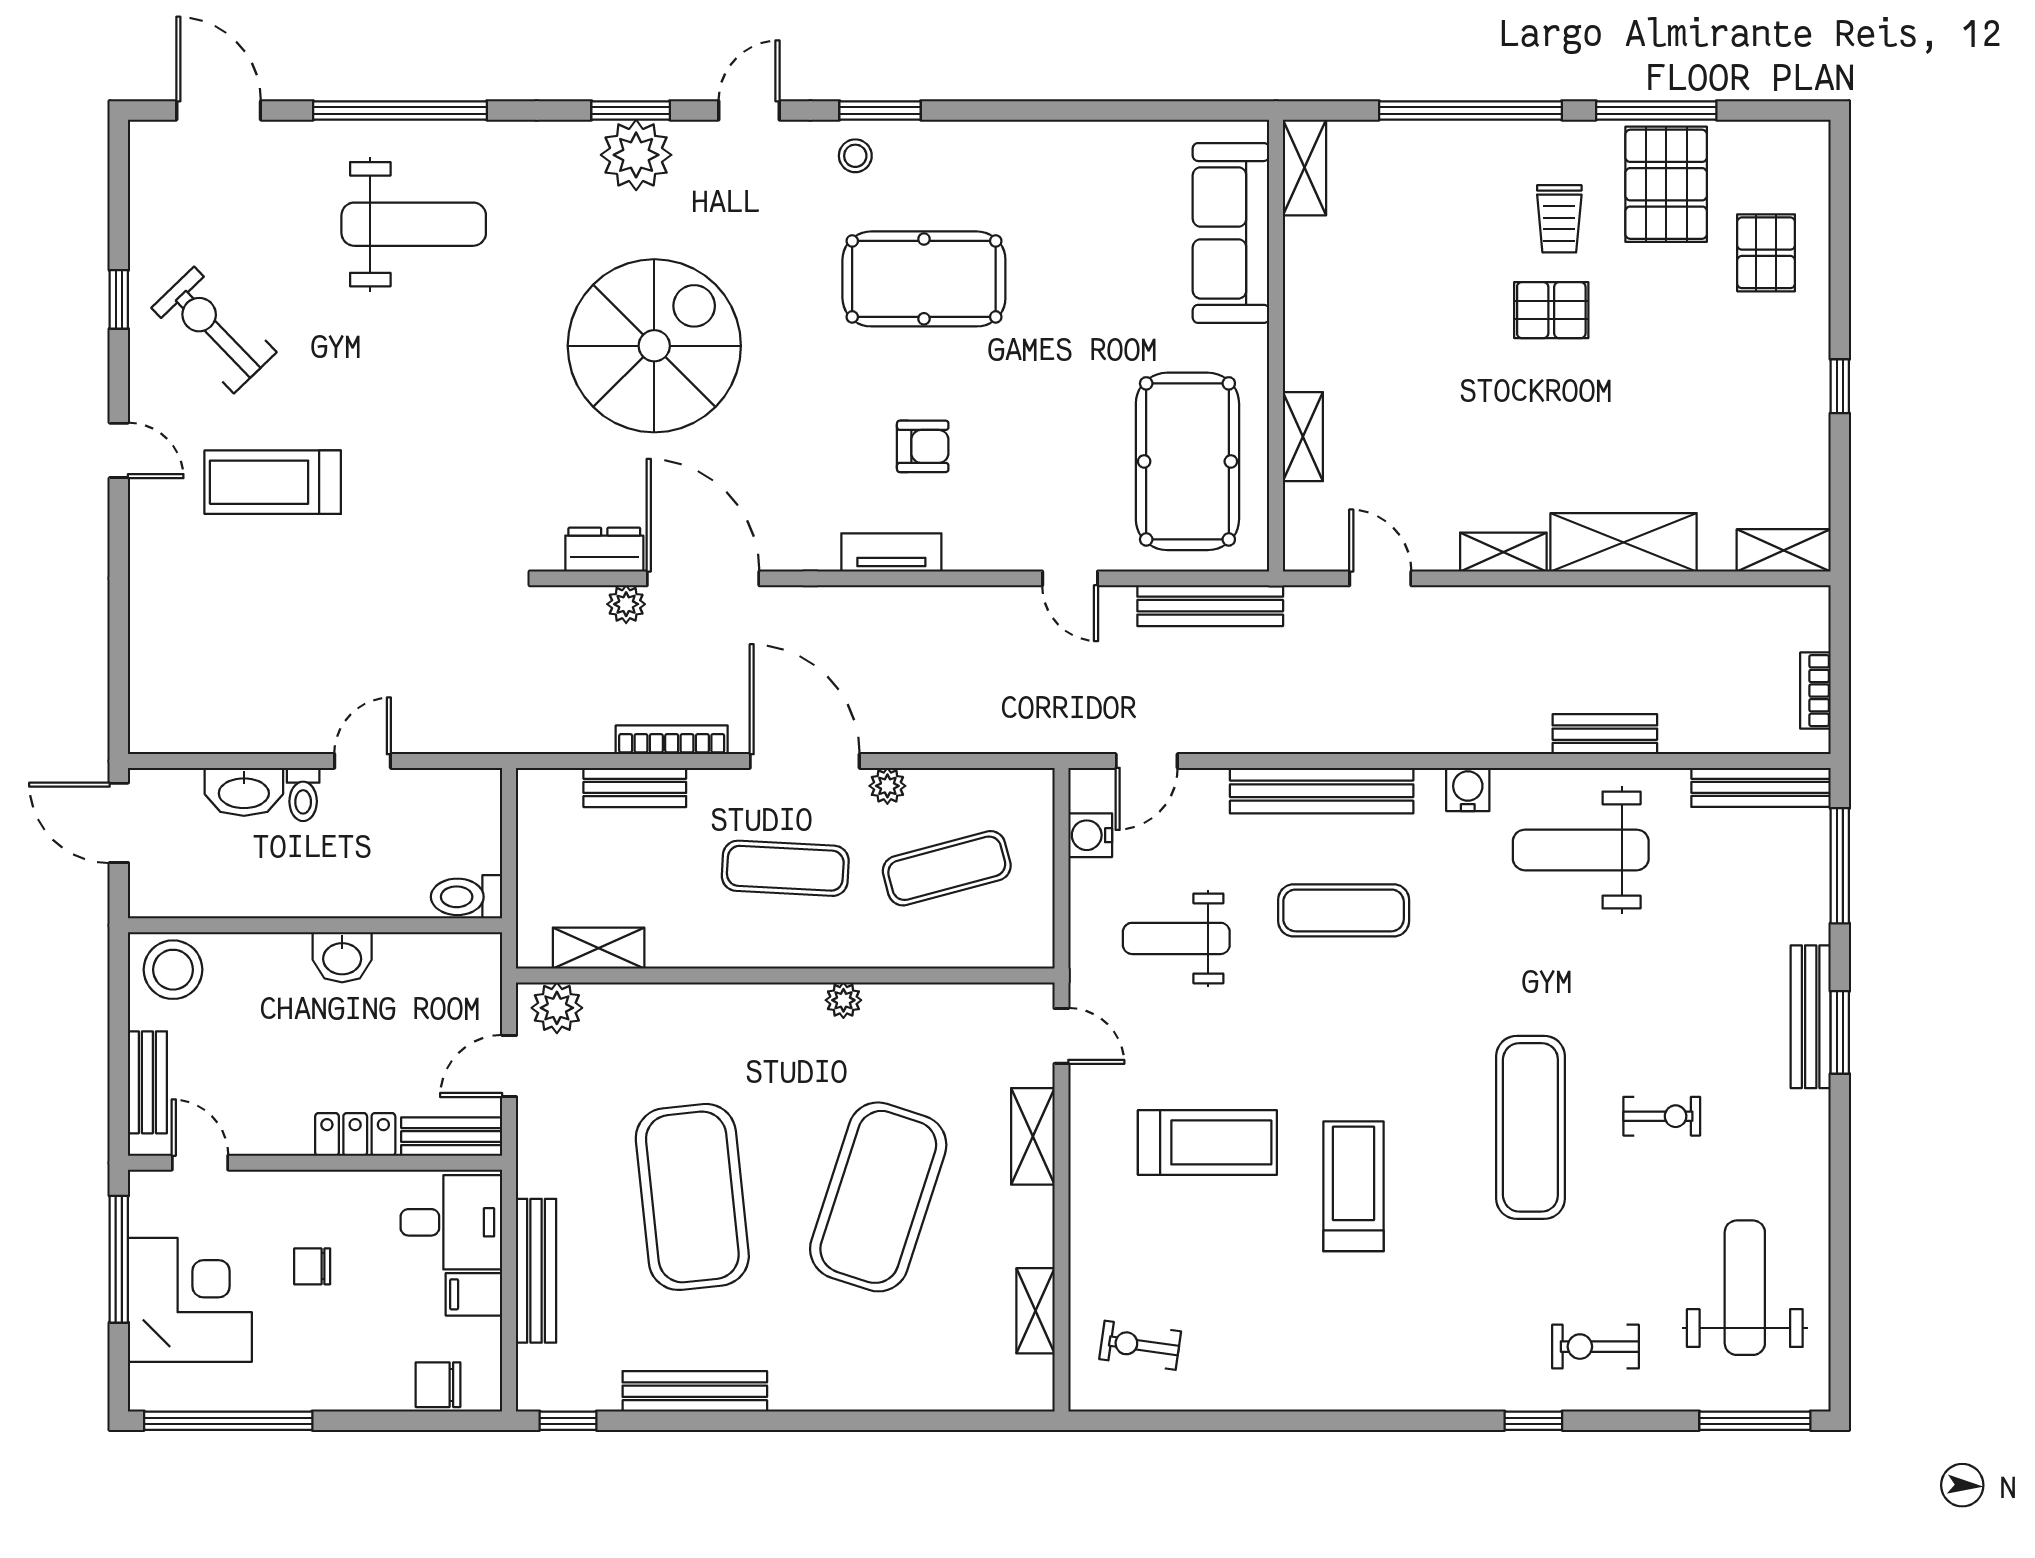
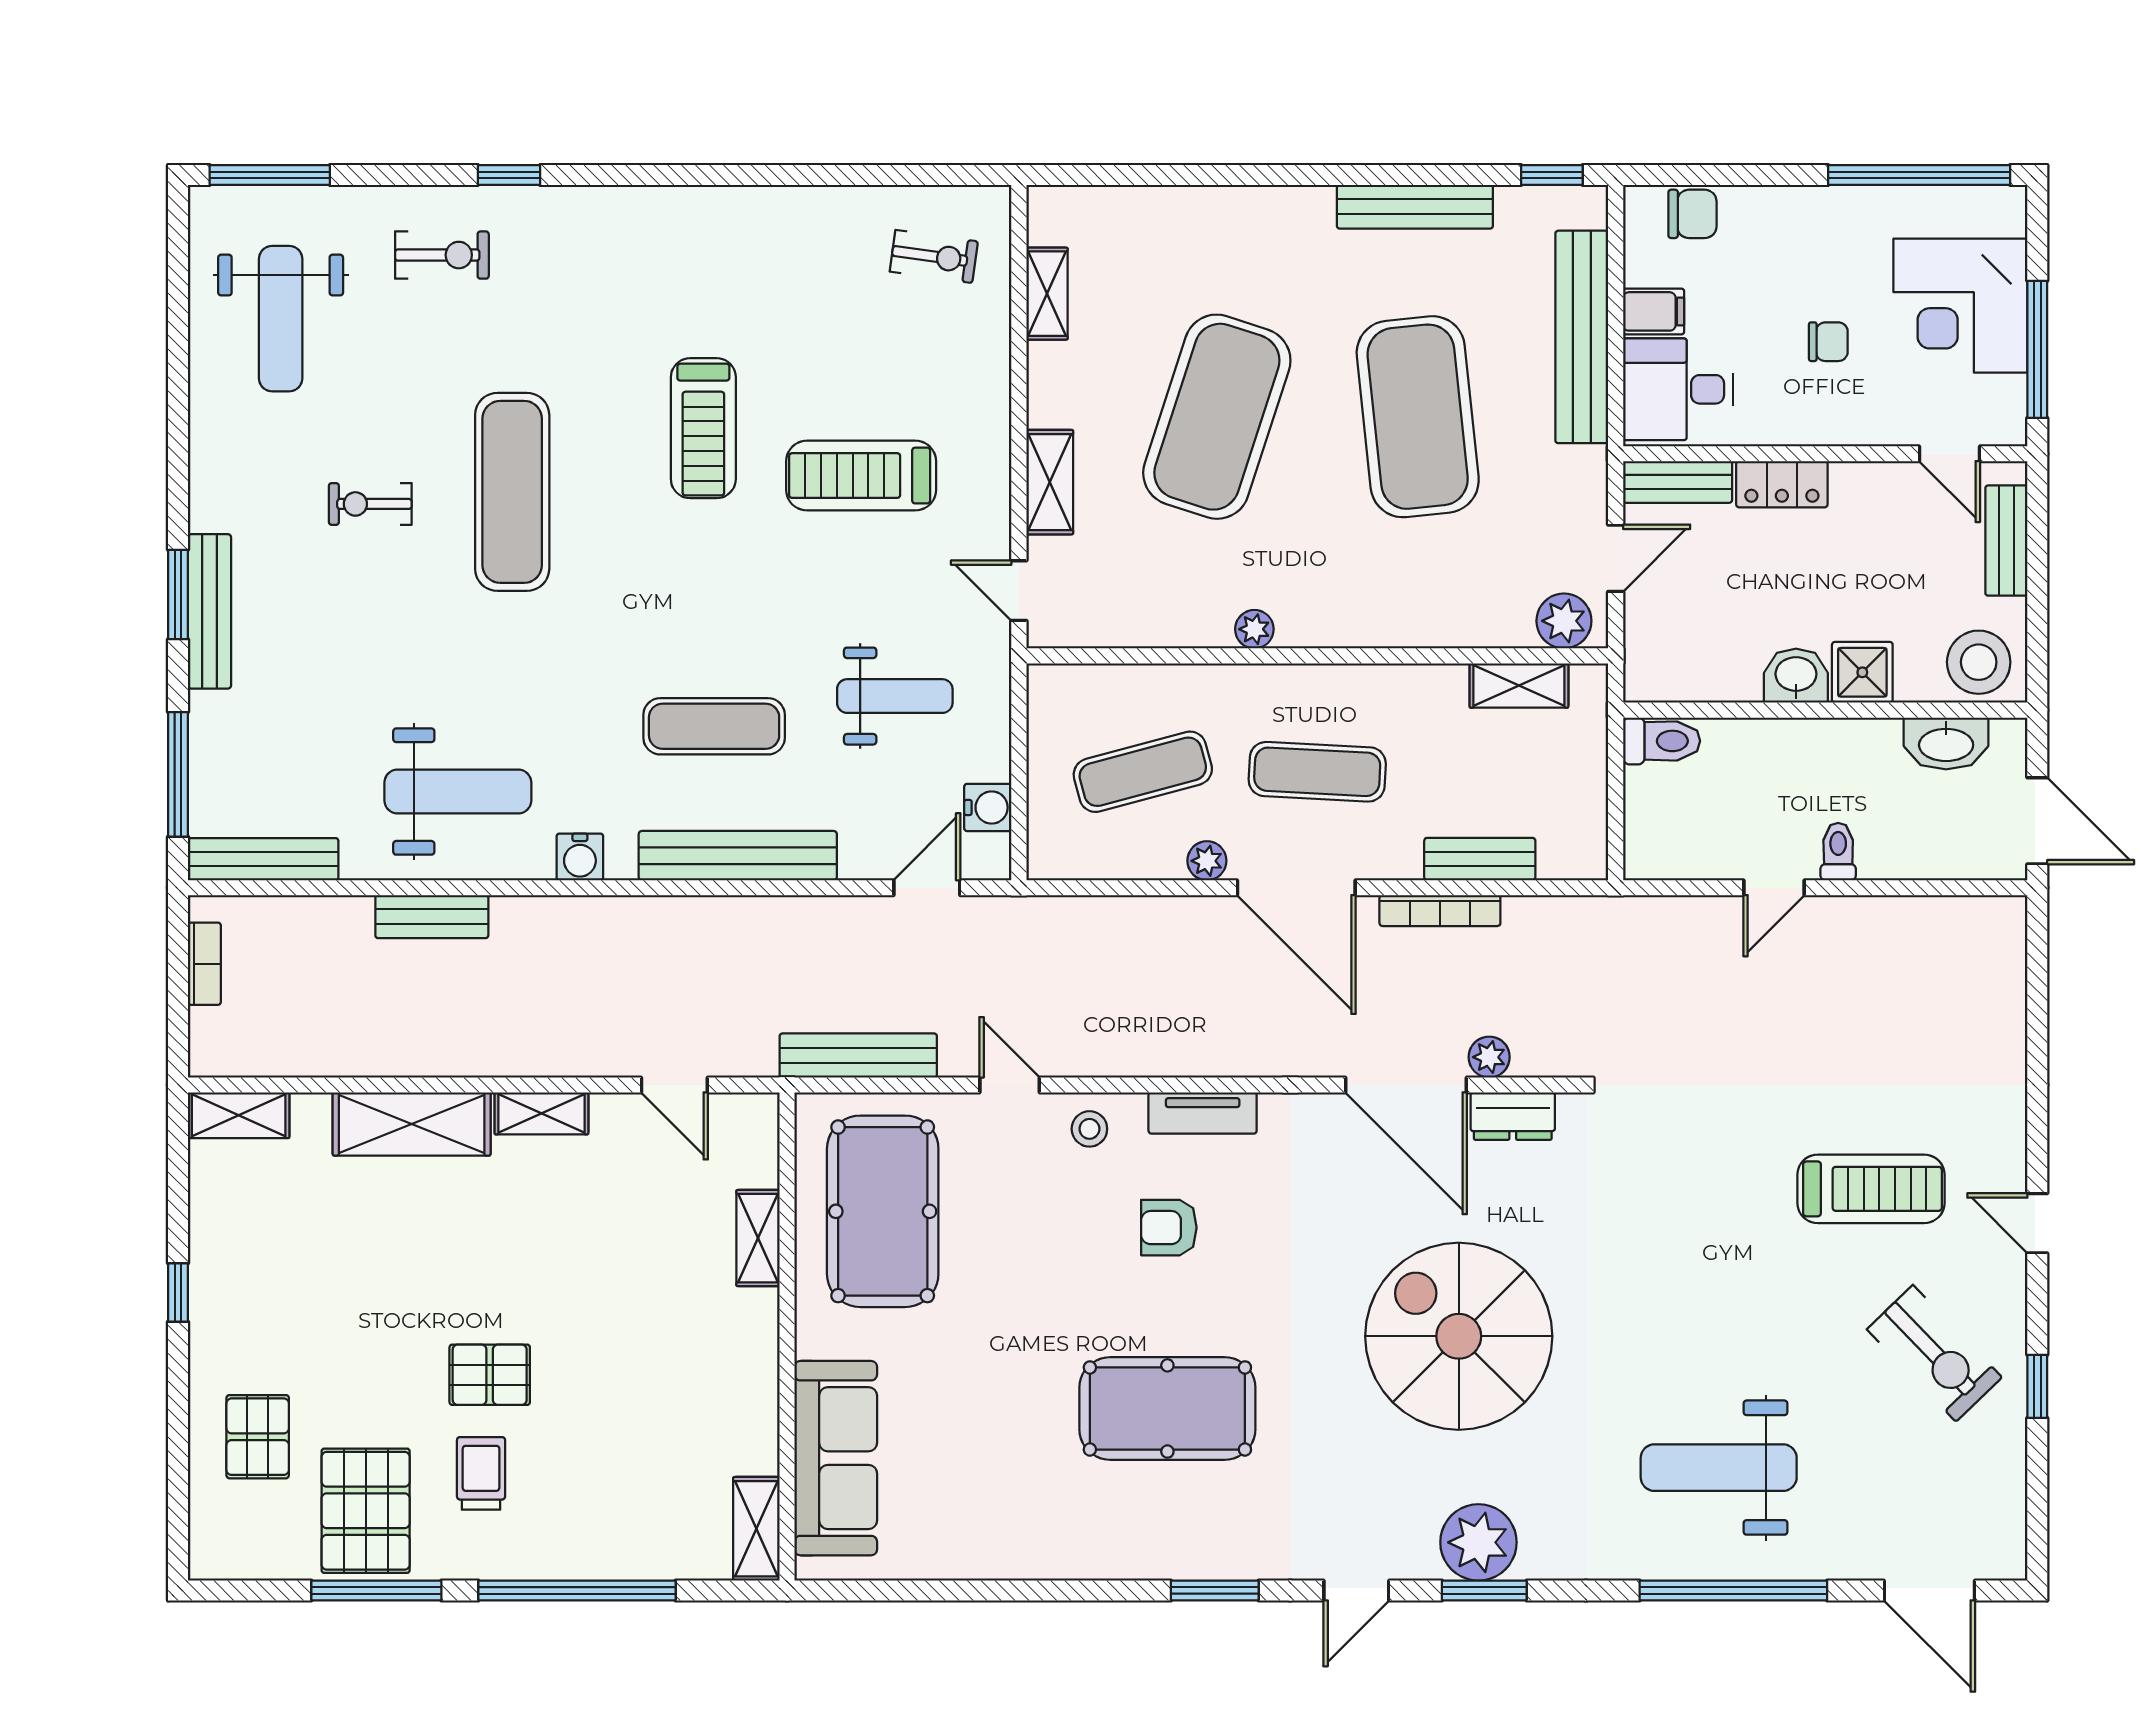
stool: (855, 156) -> (1089, 1129), moved
spiral stairs: (654, 346) -> (1459, 1336), turned 90
washbasin: (244, 792) -> (1946, 743), moved, turned 180
shower: (281, 960) -> (1862, 672), added
bench: (536, 1271) -> (1582, 337), width x1.37, depth x1.21

